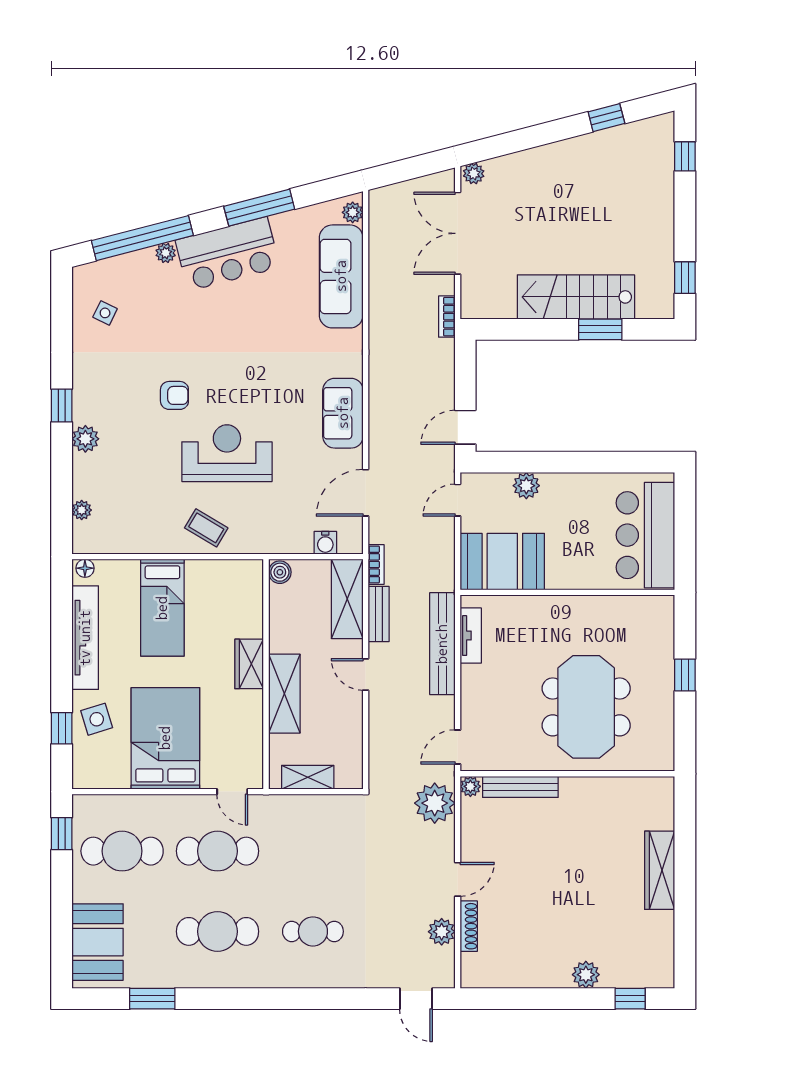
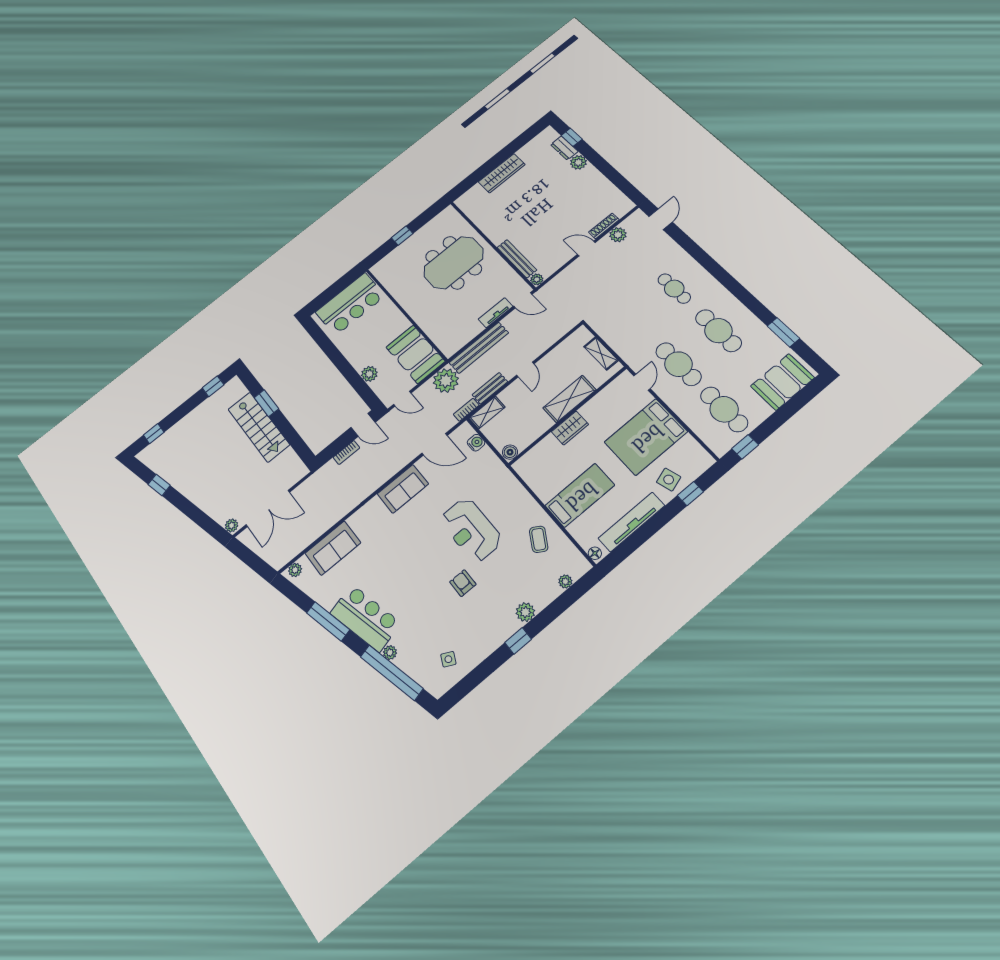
sofa: (341, 276) -> (333, 548), width x0.73
bookcase: (447, 317) -> (346, 453), moved
coffee table: (206, 528) -> (539, 539), moved
shelving: (347, 599) -> (487, 413), width x0.67, depth x0.75
tv unit: (471, 636) -> (496, 313), moved
plant: (435, 803) -> (446, 381), moved
dresser: (623, 976) -> (564, 148), added

